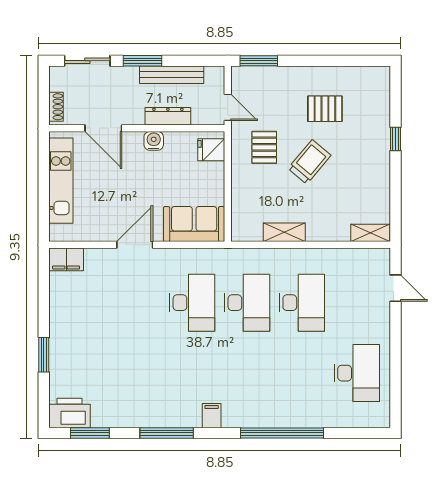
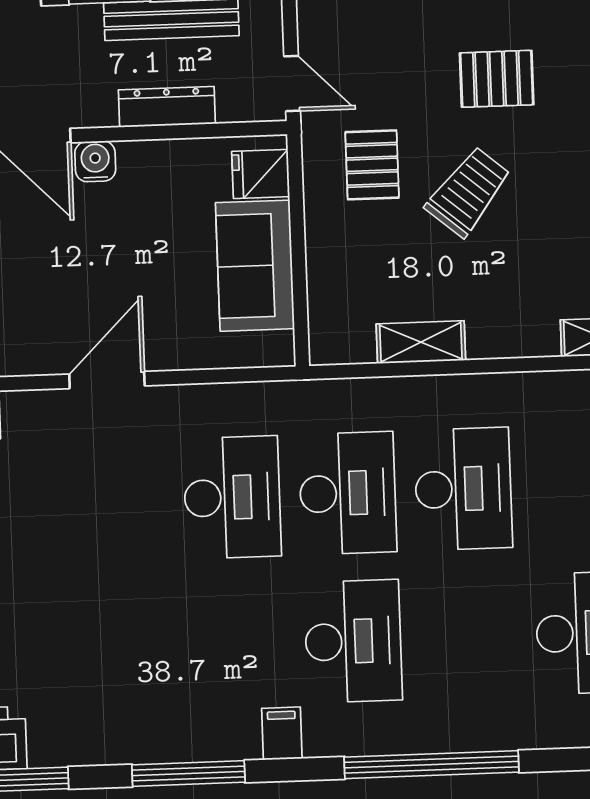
water cooler: (154, 141) -> (95, 161), moved
sofa: (194, 224) -> (255, 266), moved, turned -90
desk: (247, 373) -> (353, 641), added

